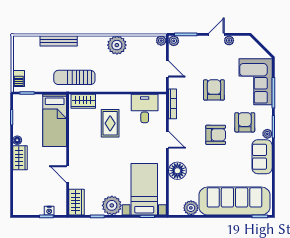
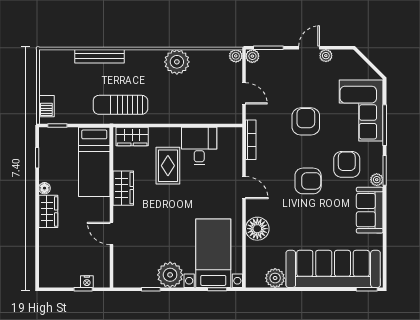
desk: (145, 109) -> (199, 146), moved
wardrobe: (77, 202) -> (123, 188), moved

